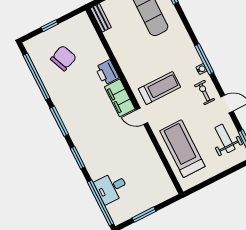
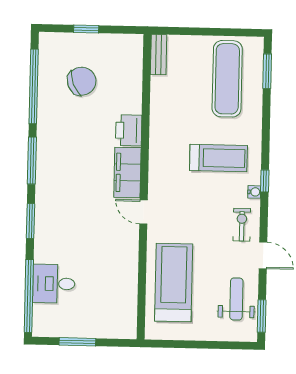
window: (204, 59) -> (265, 181), width x0.46
treadmill: (159, 88) -> (218, 158), moved

